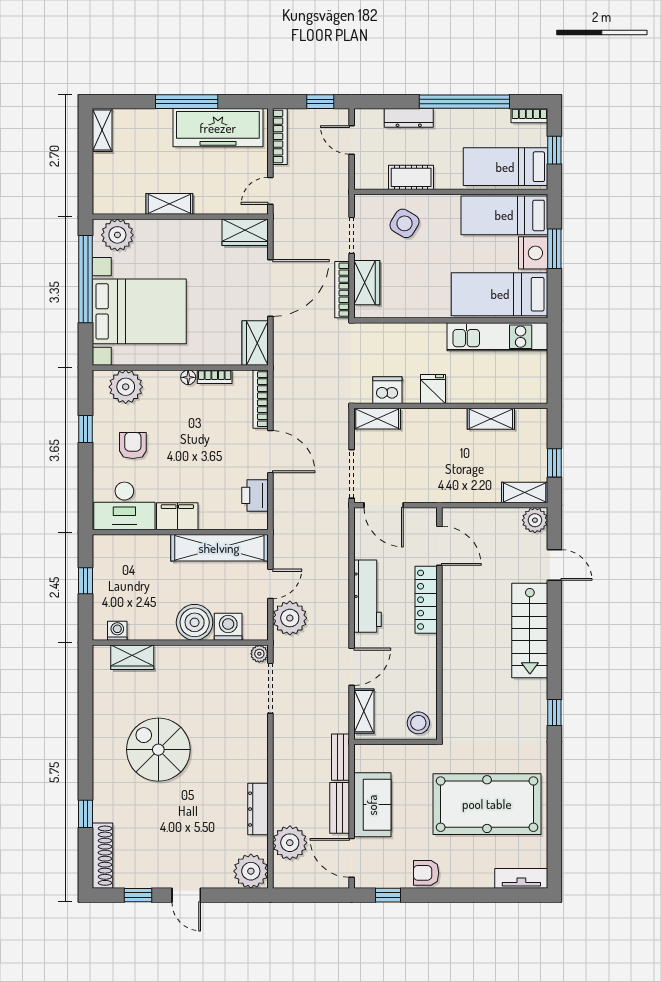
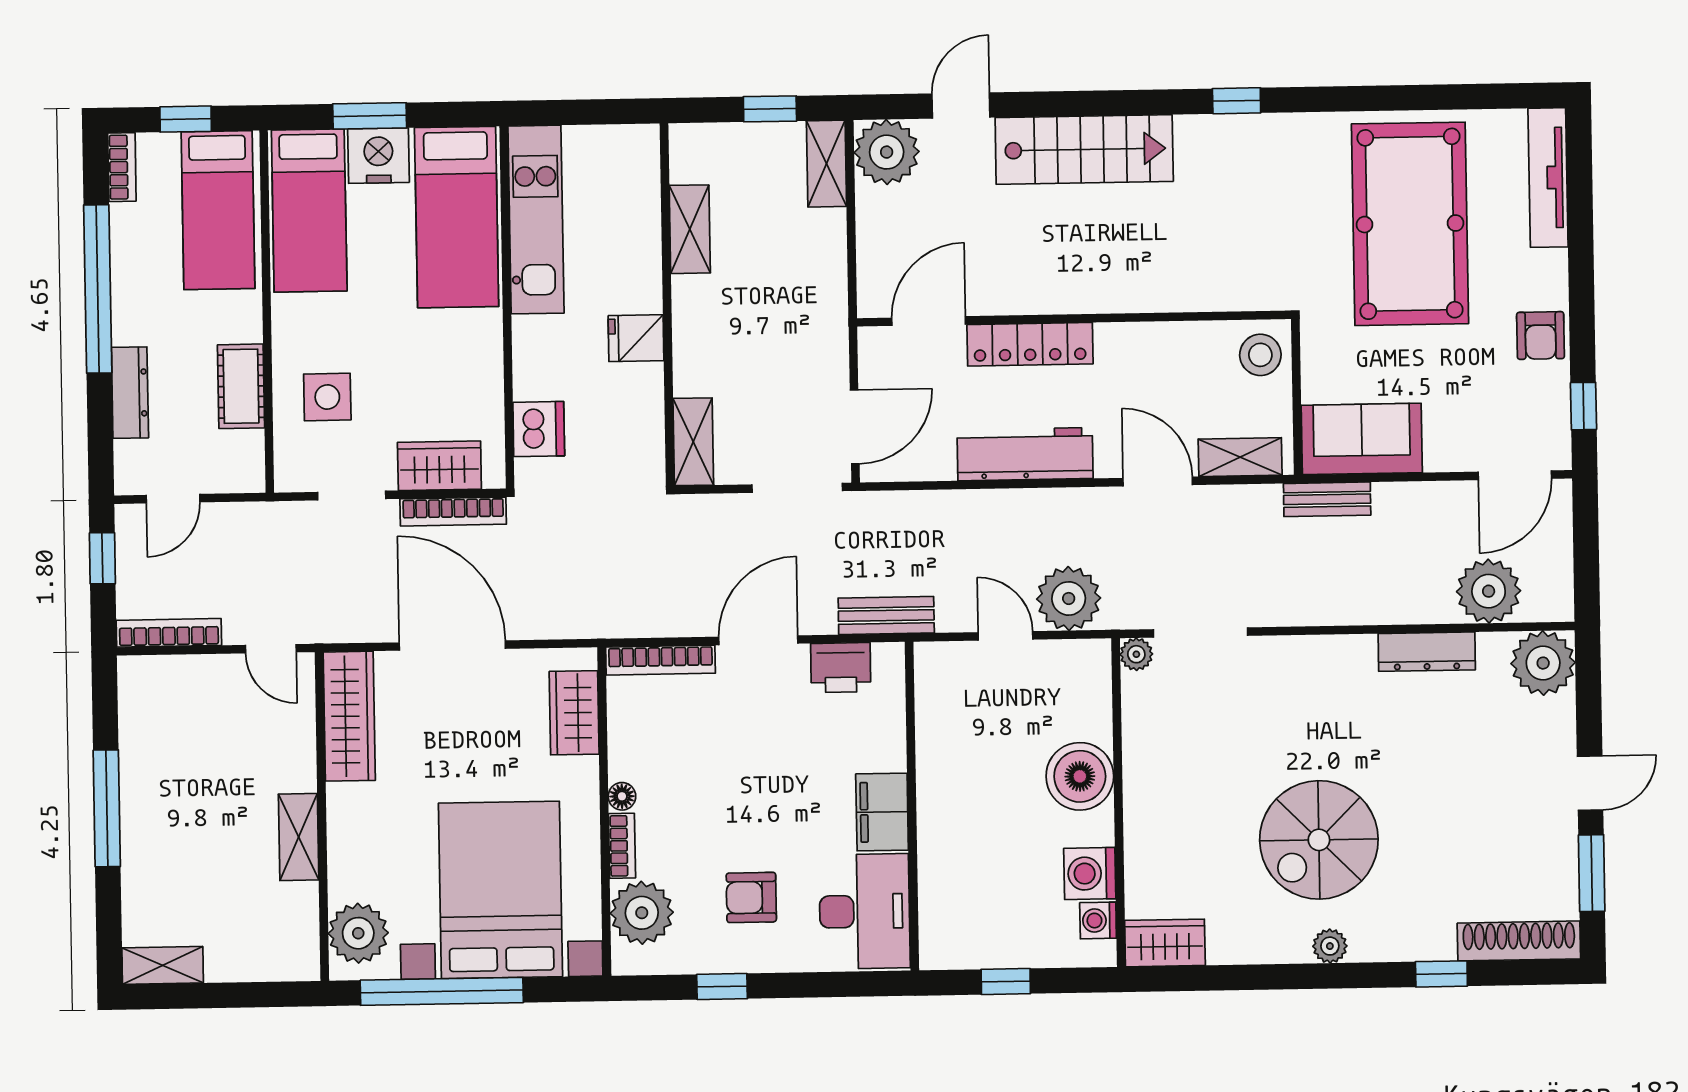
freezer: (218, 128) -> (154, 749), removed
side table: (404, 223) -> (327, 397), turned -31
wardrobe: (245, 232) -> (349, 716), width x1.50
wardrobe: (255, 343) -> (574, 713), moved, turned 90
bookcase: (215, 377) -> (622, 846), moved
dishwasher: (387, 390) -> (539, 429), moved, turned 180
plant: (535, 520) -> (887, 152), width x1.36, depth x1.36
shelving: (219, 548) -> (940, 732), removed
washing machine: (228, 627) -> (1090, 873), moved
wardrobe: (132, 657) -> (1165, 943), moved, turned -90
plant: (101, 755) -> (1330, 946), added
sofa: (372, 805) -> (1362, 439), moved
bench: (340, 808) -> (886, 616), moved
tv unit: (521, 878) -> (1548, 178), width x1.41
window: (138, 895) -> (1592, 873), width x1.50

